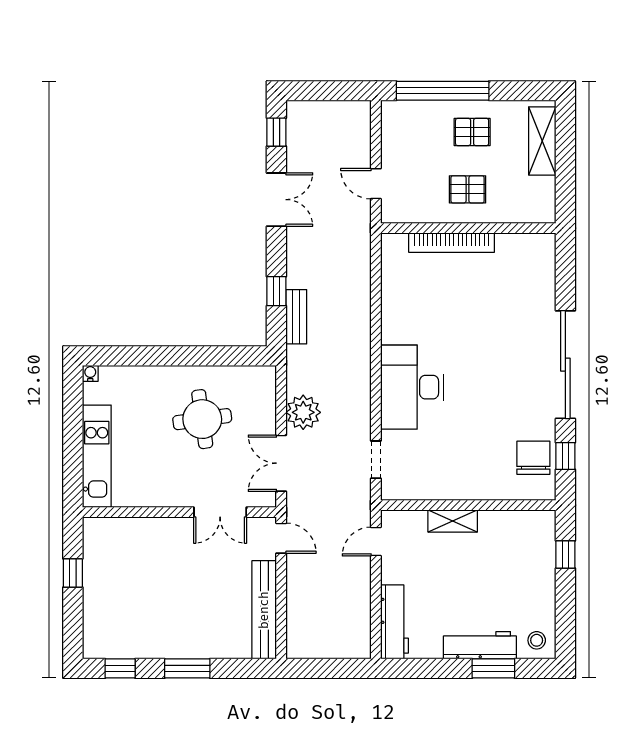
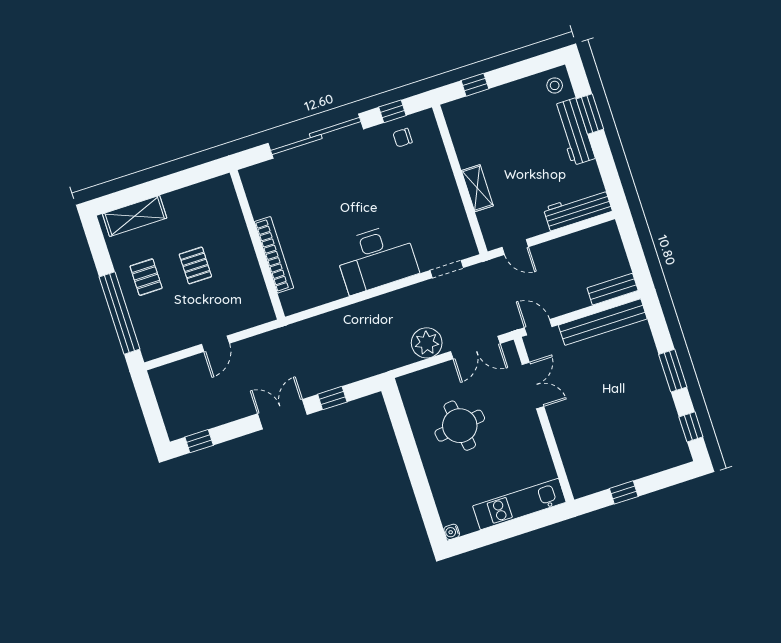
double door: (276, 200) -> (282, 414), moved
wall: (468, 228) -> (257, 245), moved
bookcase: (452, 243) -> (274, 255), moved
bench: (296, 317) -> (613, 289), moved
chair: (533, 458) -> (403, 138), width x0.54, depth x0.54
door: (281, 538) -> (538, 327), hinge flipped

